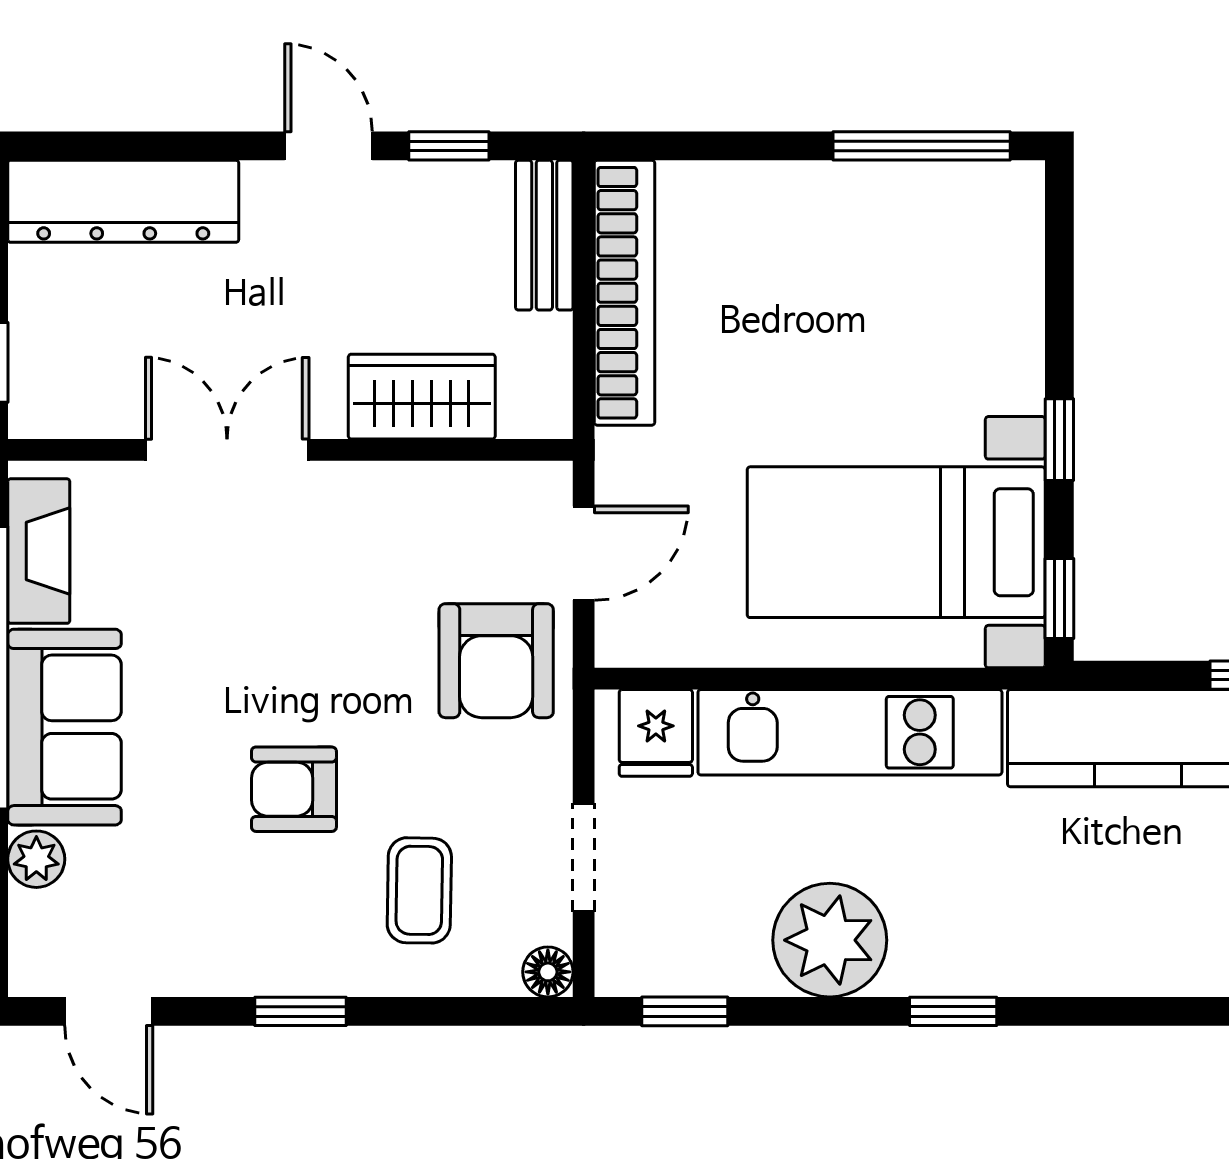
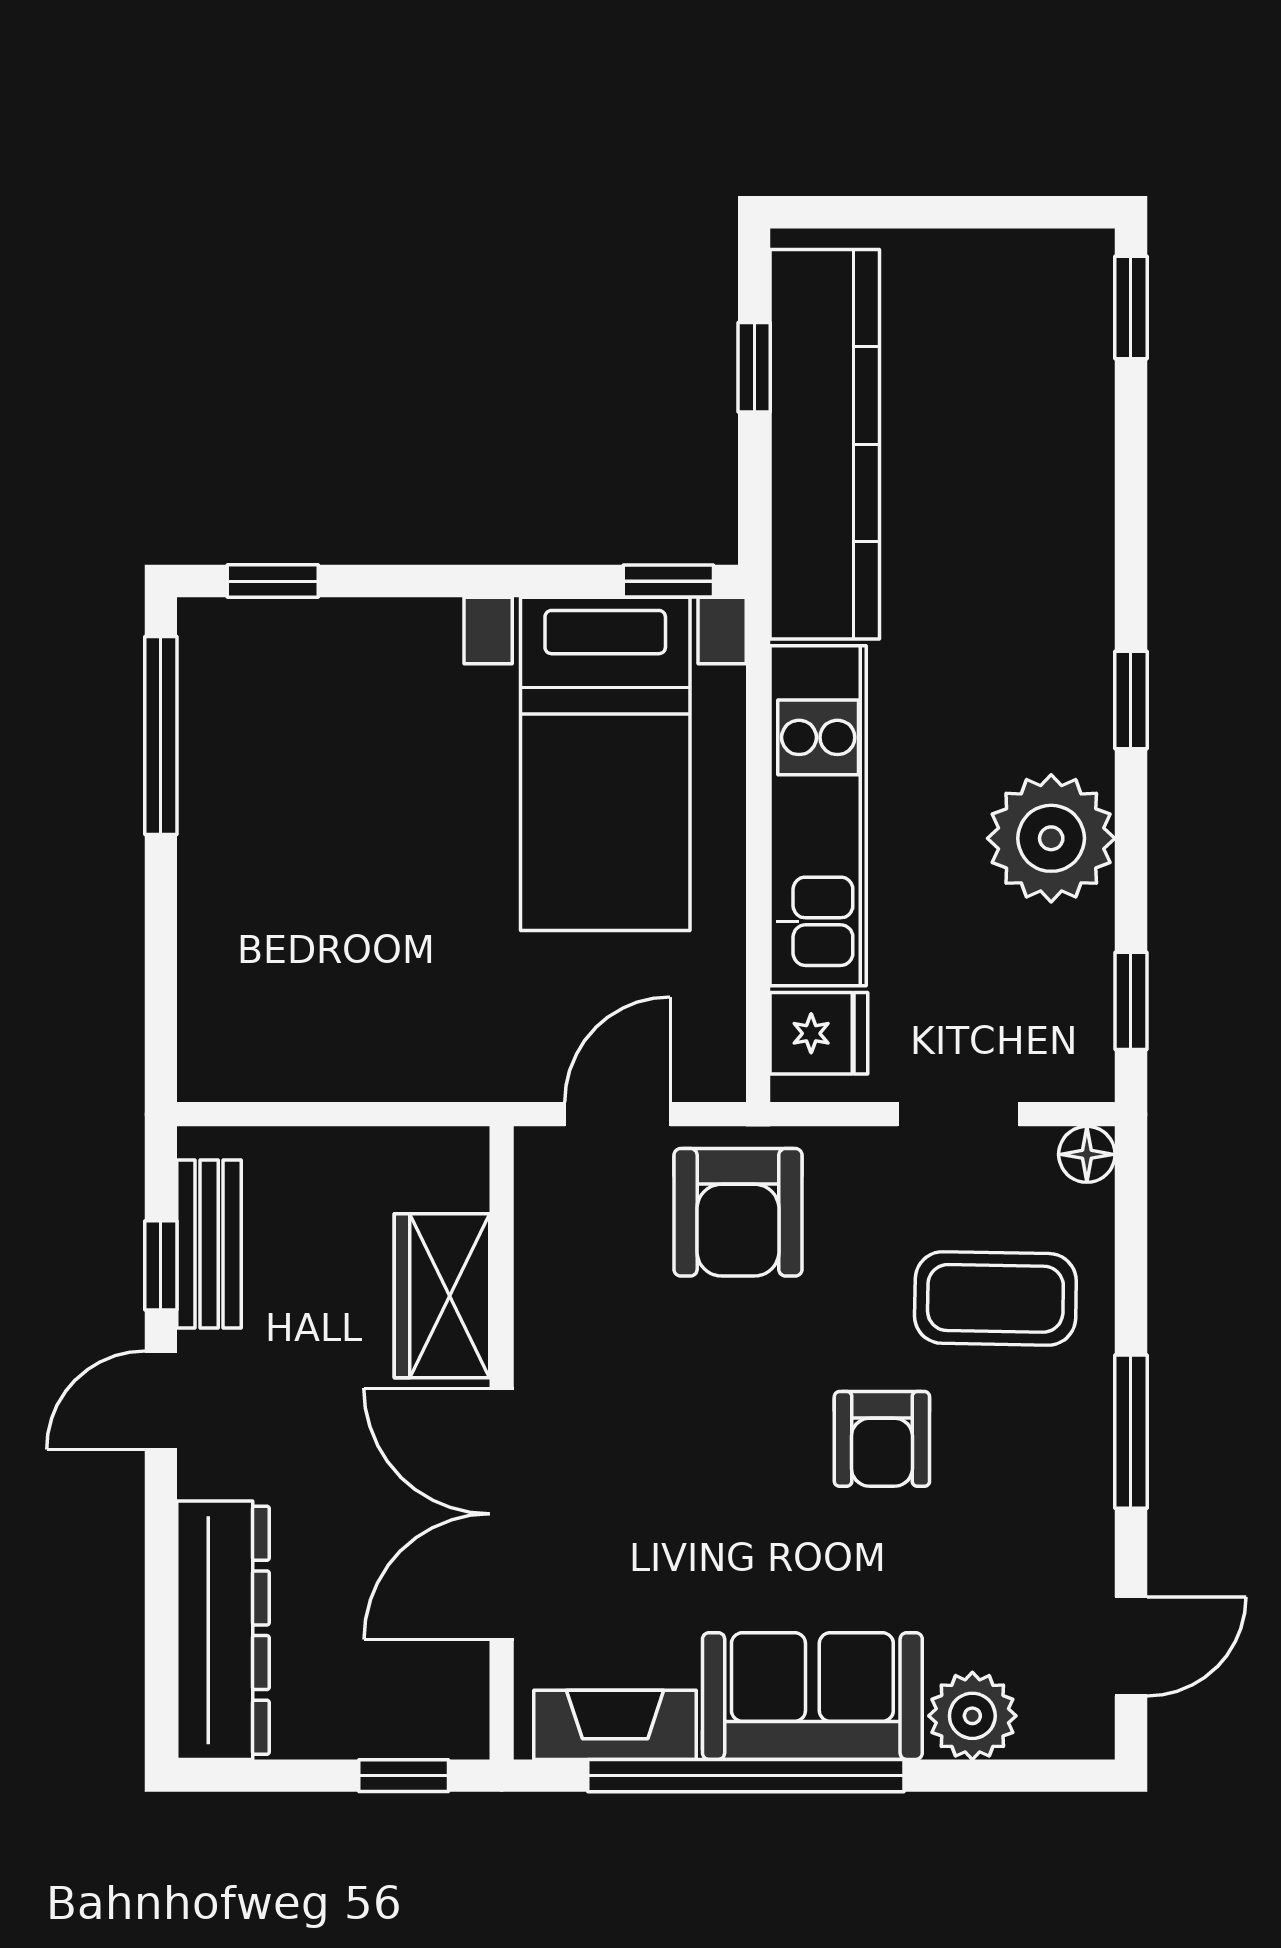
bench: (544, 235) -> (209, 1244), moved, turned 90
bookcase: (625, 293) -> (326, 1068), removed
window: (1059, 440) -> (273, 581), moved
double door: (227, 450) -> (502, 1514), width x1.37
door: (584, 553) -> (617, 1114), hinge flipped
armchair: (496, 661) -> (738, 1212), turned 90
plant: (36, 859) -> (972, 1716), width x1.38, depth x1.38
coffee table: (419, 890) -> (995, 1298), width x1.36, depth x1.30
window: (300, 1011) -> (1131, 1432), width x1.50

